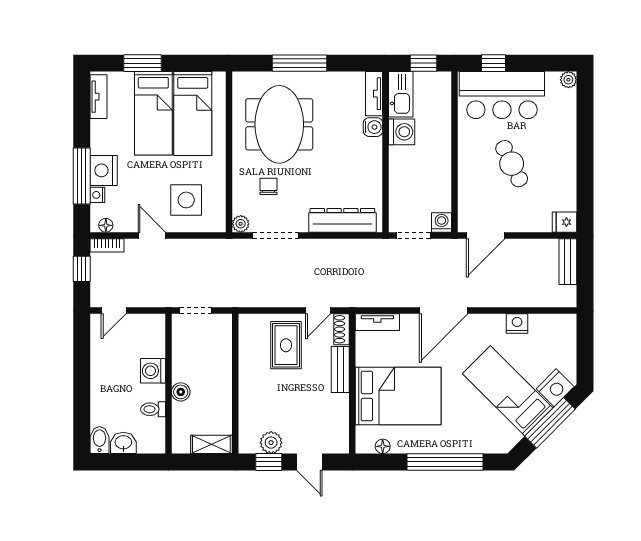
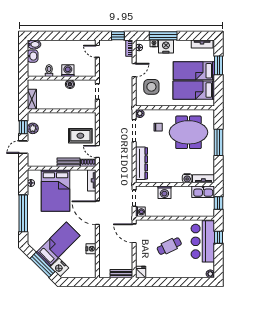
washing machine: (402, 132) -> (164, 192), moved
boiler: (181, 392) -> (70, 84), moved

